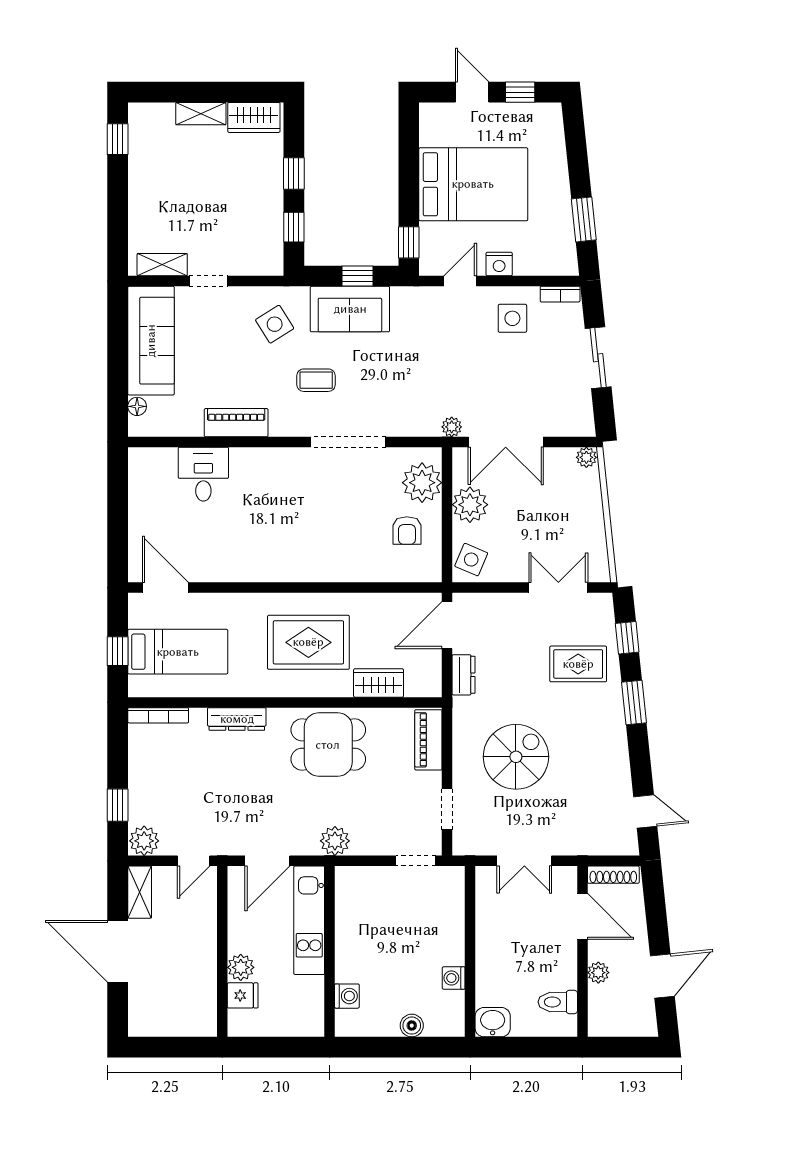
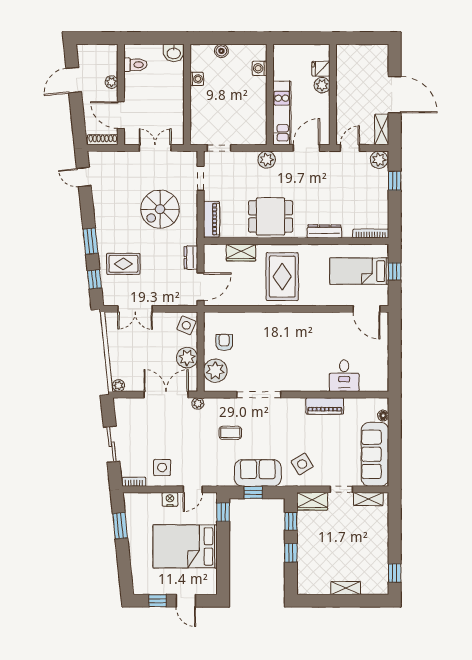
wardrobe: (254, 117) -> (312, 501), moved, turned 180
coffee table: (316, 380) -> (230, 433), moved
rug: (308, 642) -> (282, 277), turned 90

